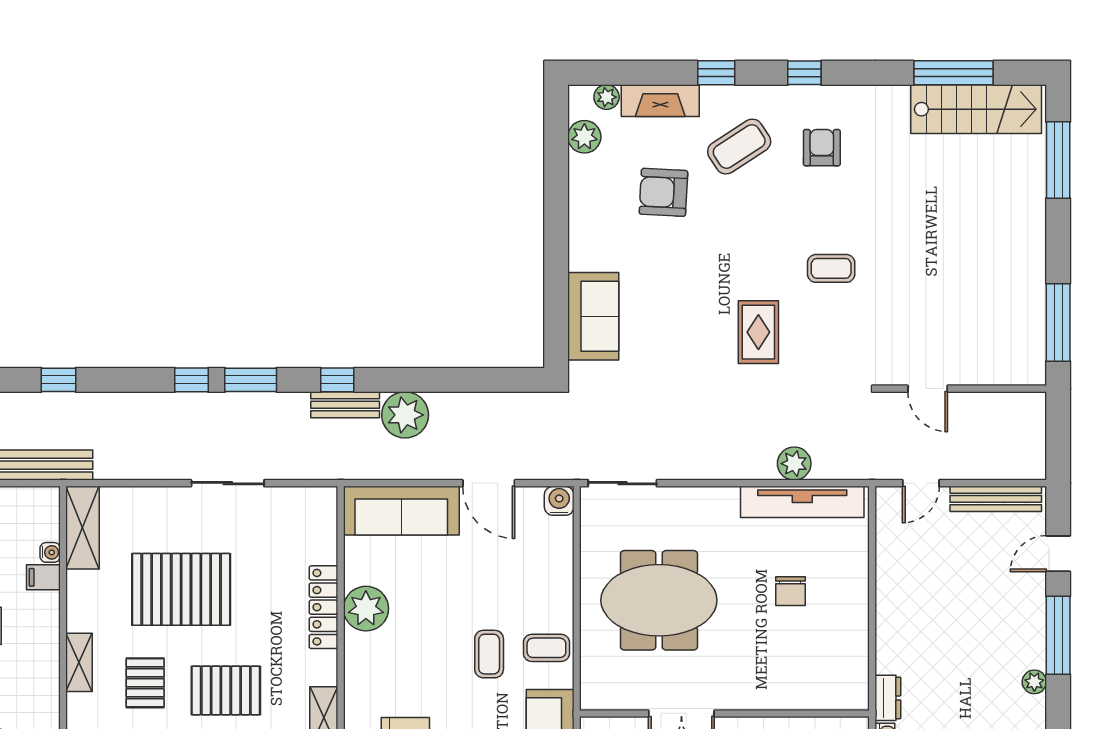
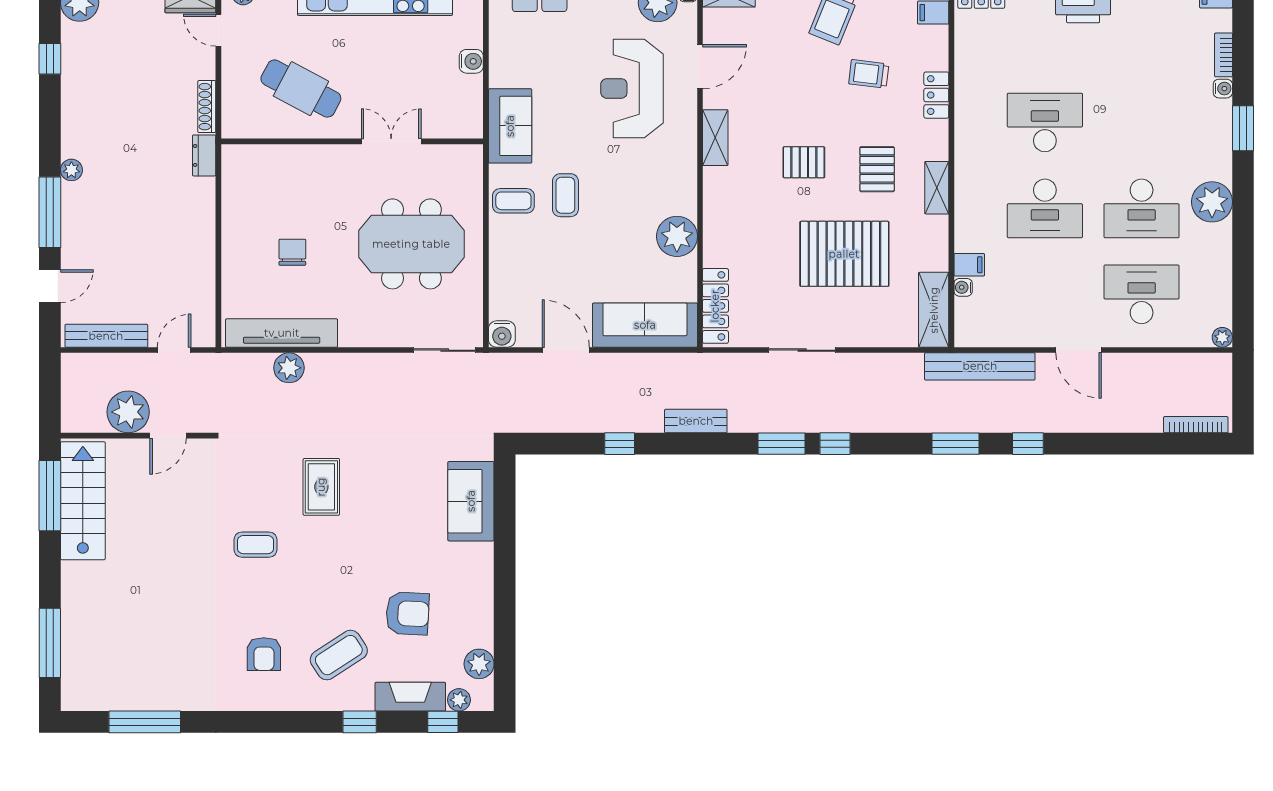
window: (804, 73) -> (443, 722), moved
stairs: (976, 109) -> (83, 501), moved, turned 90
window: (58, 380) -> (956, 444), width x1.50
window: (337, 380) -> (620, 444), moved
door: (928, 389) -> (168, 436), swing flipped
plant: (405, 415) -> (128, 412), moved
locker: (323, 607) -> (715, 306), moved
pallet: (226, 690) -> (804, 162), width x0.67, depth x0.71

